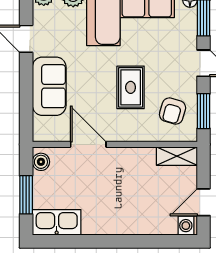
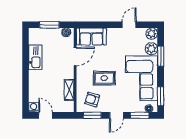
sofa: (49, 86) -> (91, 37), moved
shelving: (177, 156) -> (69, 90), moved
kitchen sink: (57, 222) -> (35, 57), moved

